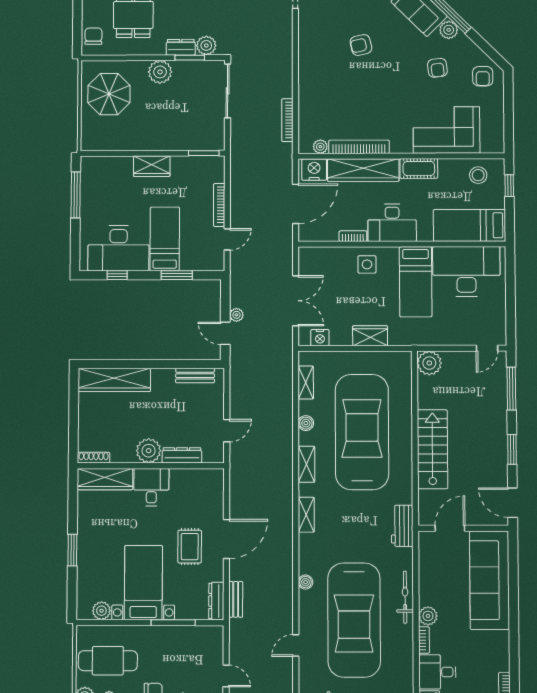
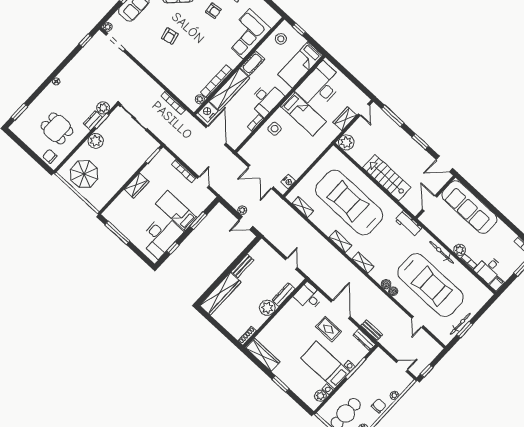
double door: (296, 301) -> (261, 177), swing flipped
wardrobe: (370, 336) -> (345, 119), moved
bench: (195, 376) -> (242, 266), moved
boiler: (306, 423) -> (386, 284), moved
wardrobe: (105, 479) -> (263, 355), moved, turned -90
desk: (151, 487) -> (309, 297), moved

